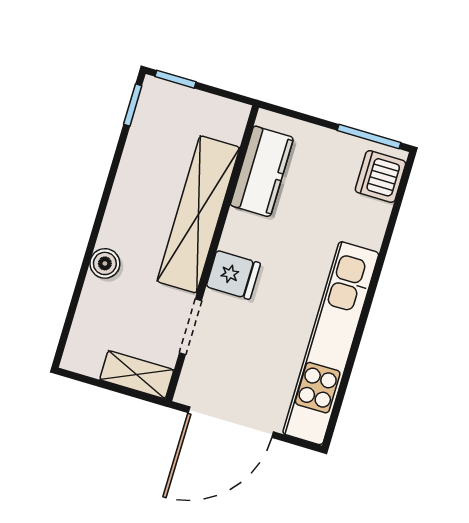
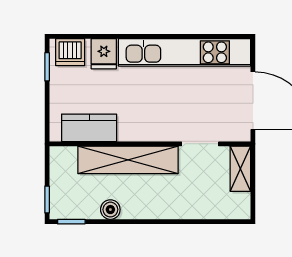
window: (369, 137) -> (47, 67), width x0.67
boiler: (105, 263) -> (110, 210), moved
fridge: (233, 275) -> (104, 54), moved, turned 180

